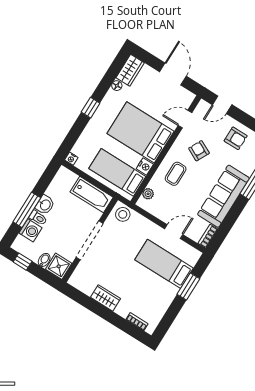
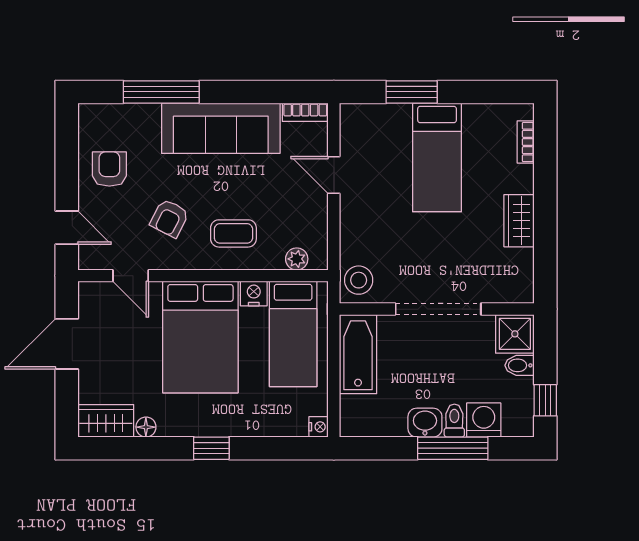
bed: (164, 264) -> (437, 157), moved

